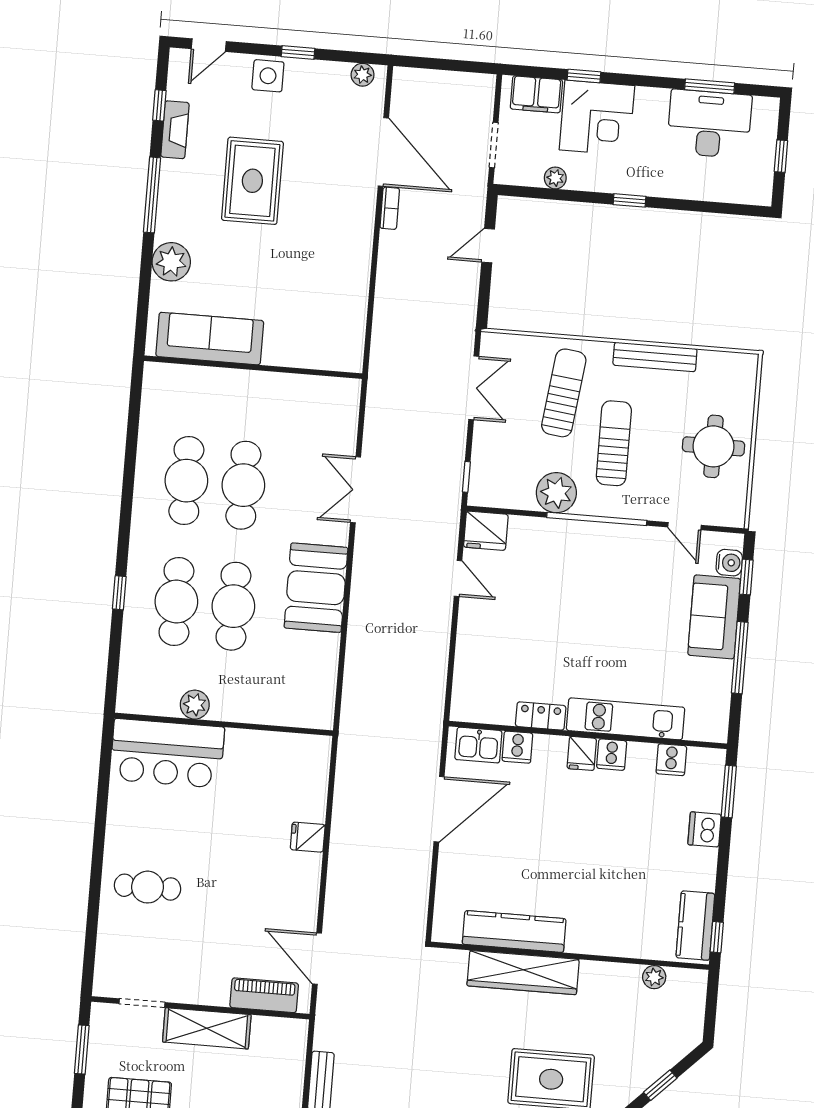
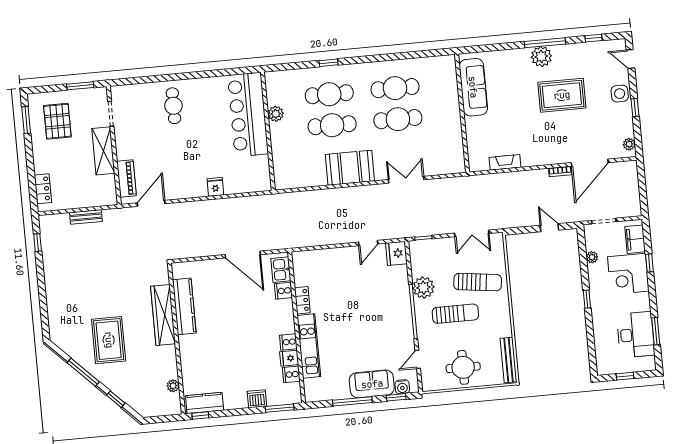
fireplace: (175, 130) -> (505, 162), moved, turned 180
plant: (171, 262) -> (541, 56), moved
bench: (655, 357) -> (509, 360), moved
bar counter: (167, 753) -> (248, 115), width x1.36
fridge: (582, 753) -> (289, 358), moved

